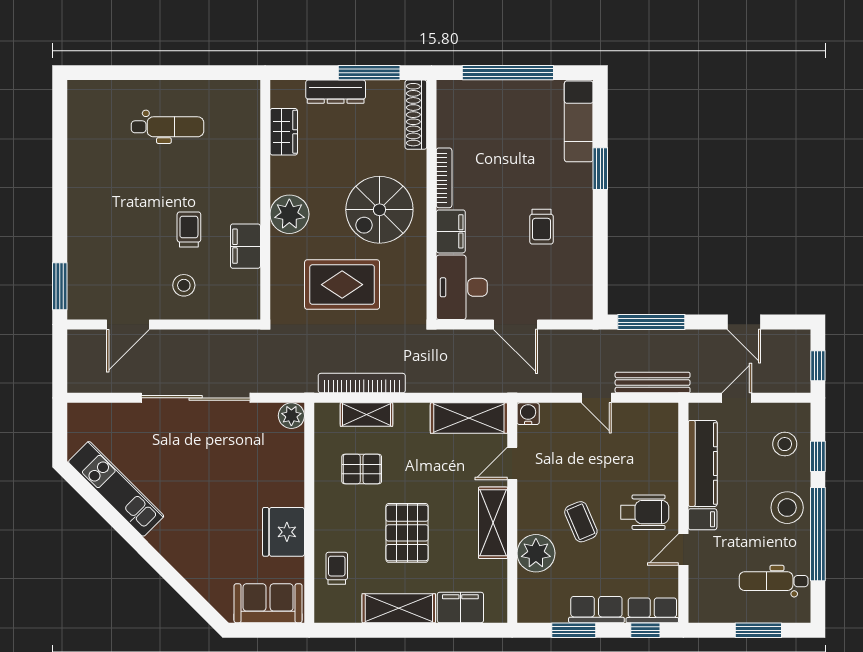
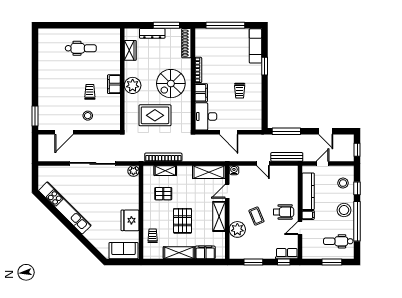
filing cabinet: (245, 246) -> (114, 84), moved
kitchen unit: (116, 489) -> (65, 208), width x1.36
row of seats: (596, 610) -> (263, 253), removed

